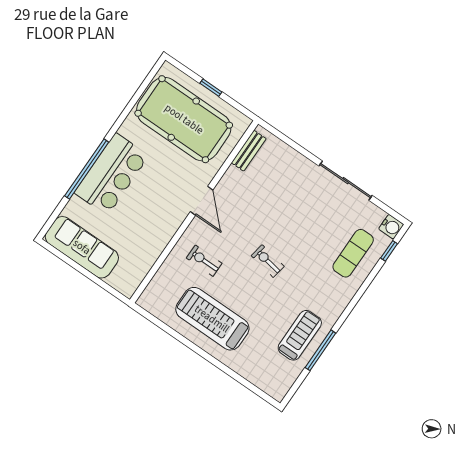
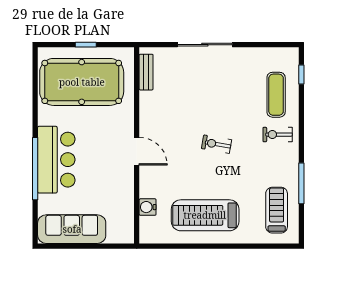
sliding door: (346, 181) -> (205, 45), moved
door: (202, 201) -> (137, 151), moved
water cooler: (391, 227) -> (148, 207), moved, turned 180
exercise bike: (204, 261) -> (278, 135), moved
treadmill: (300, 335) -> (277, 210), moved

